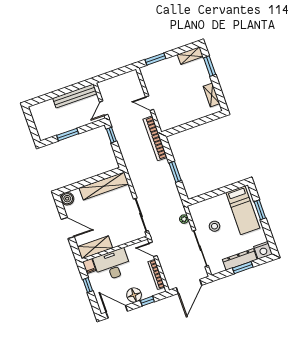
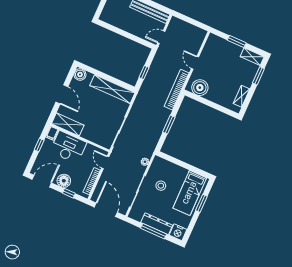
window: (155, 59) -> (237, 41), moved
boiler: (172, 119) -> (200, 88), added
window: (68, 135) -> (121, 32), removed
window: (111, 135) -> (144, 72), moved
window: (243, 268) -> (154, 231), width x1.44
door: (189, 286) -> (106, 210), swing flipped
door: (117, 312) -> (42, 181), hinge flipped

